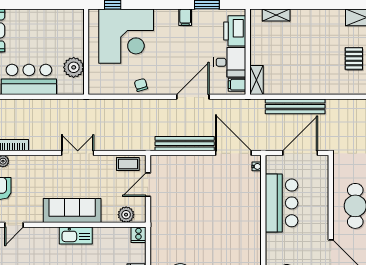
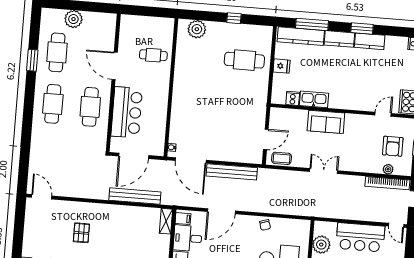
double door: (78, 153) -> (324, 171), swing flipped
bar counter: (282, 203) -> (127, 112), moved, turned 180
sofa: (72, 211) -> (326, 122), width x0.73
plant: (126, 215) -> (287, 115), removed
cooker: (138, 235) -> (293, 98), moved
kitchen sink: (76, 236) -> (314, 99), moved

